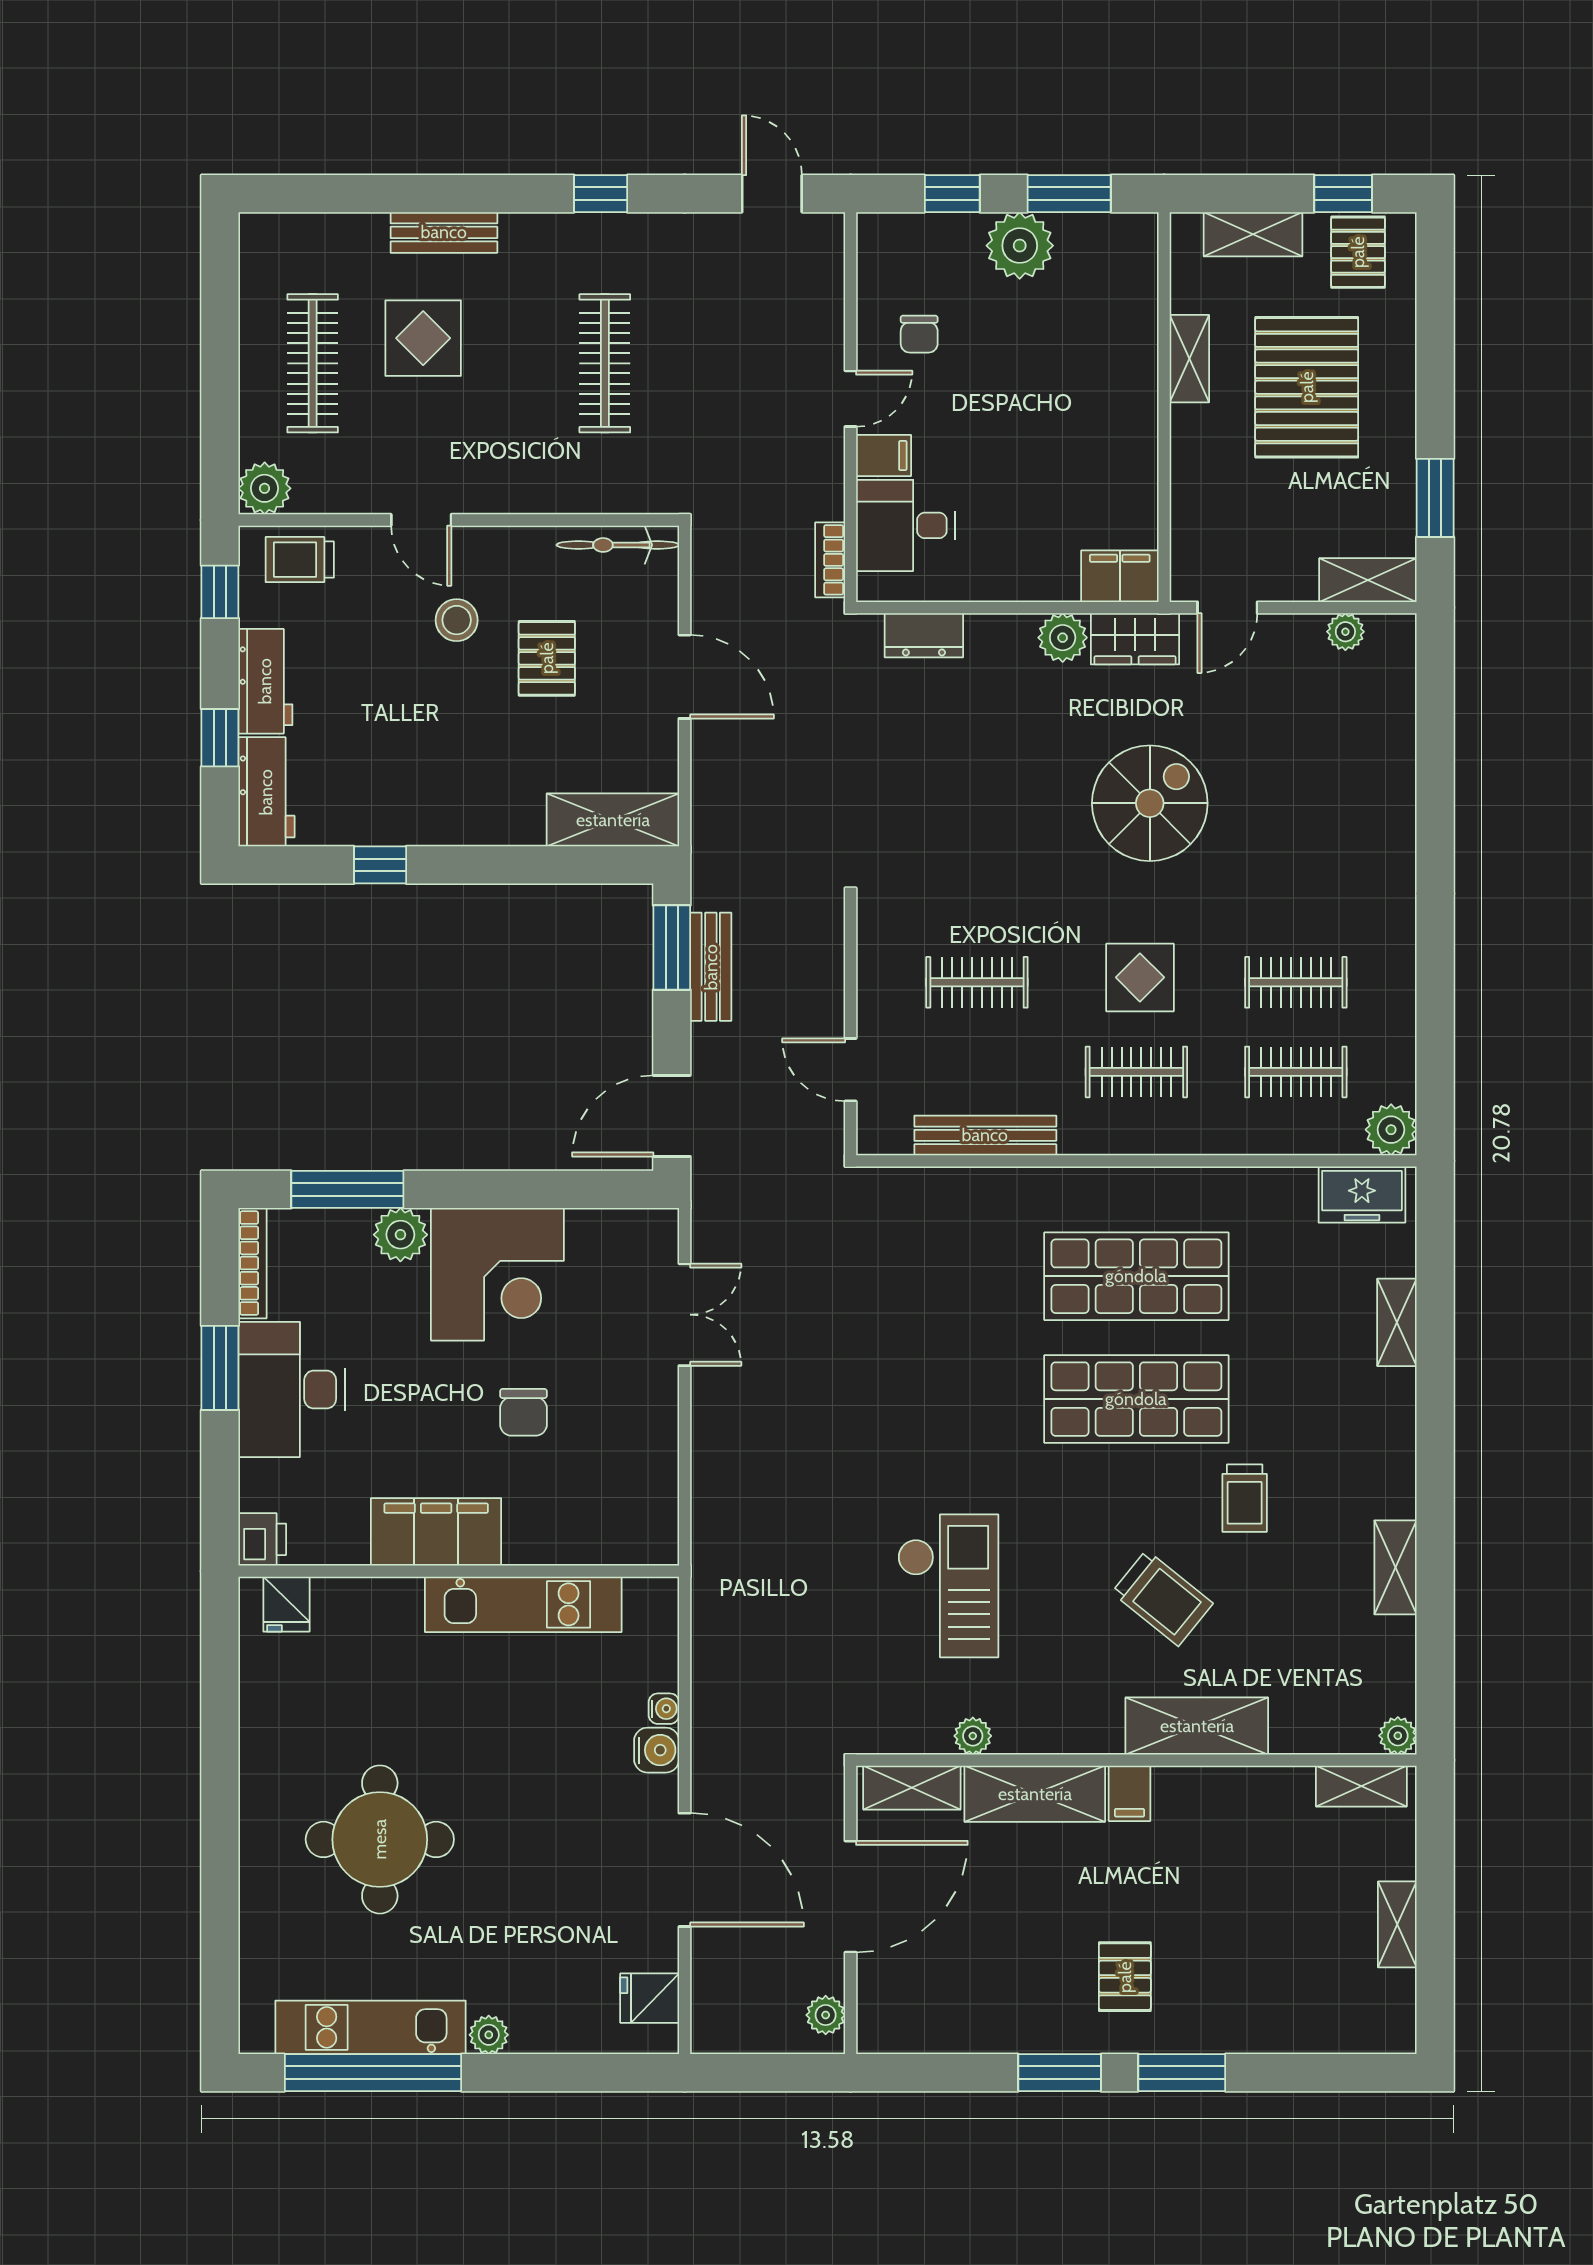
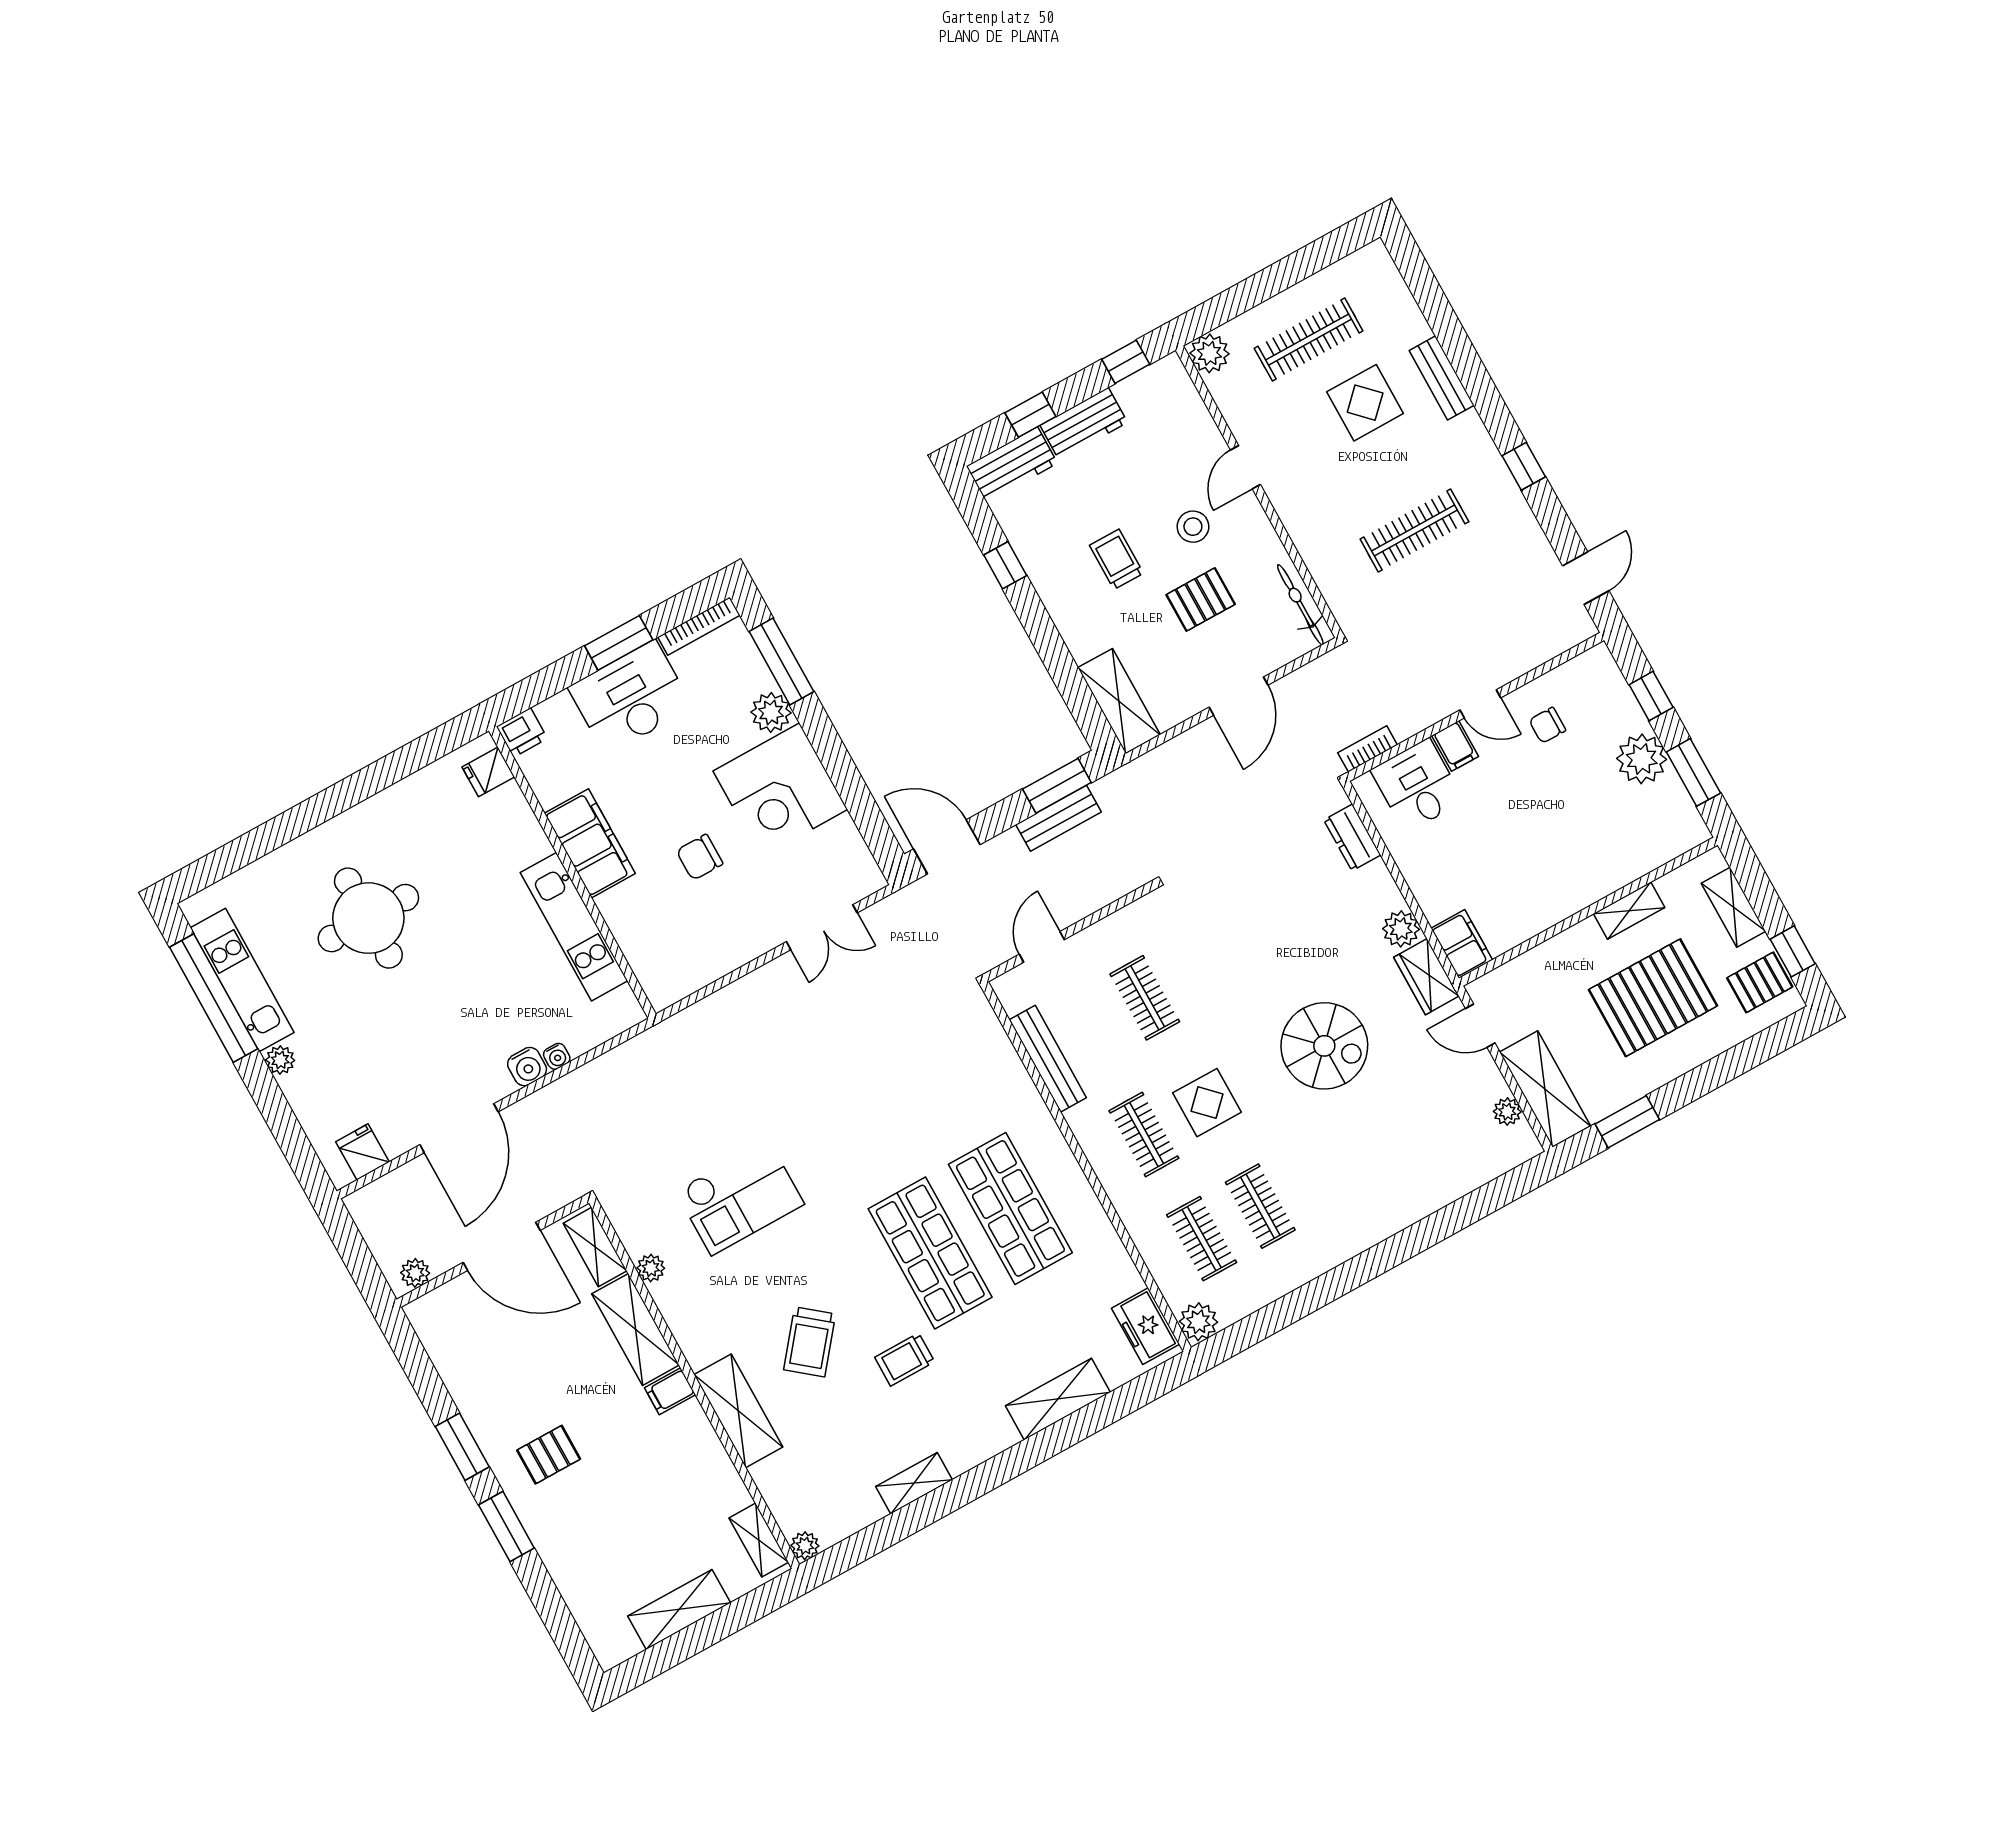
trolley: (300, 560) -> (1116, 559), moved
shelving: (1368, 580) -> (1545, 1089), width x1.50, depth x1.33
shelving: (1397, 1322) -> (1058, 1399), width x1.50, depth x1.33
shelving: (1397, 1924) -> (679, 1609), width x1.50, depth x1.33

